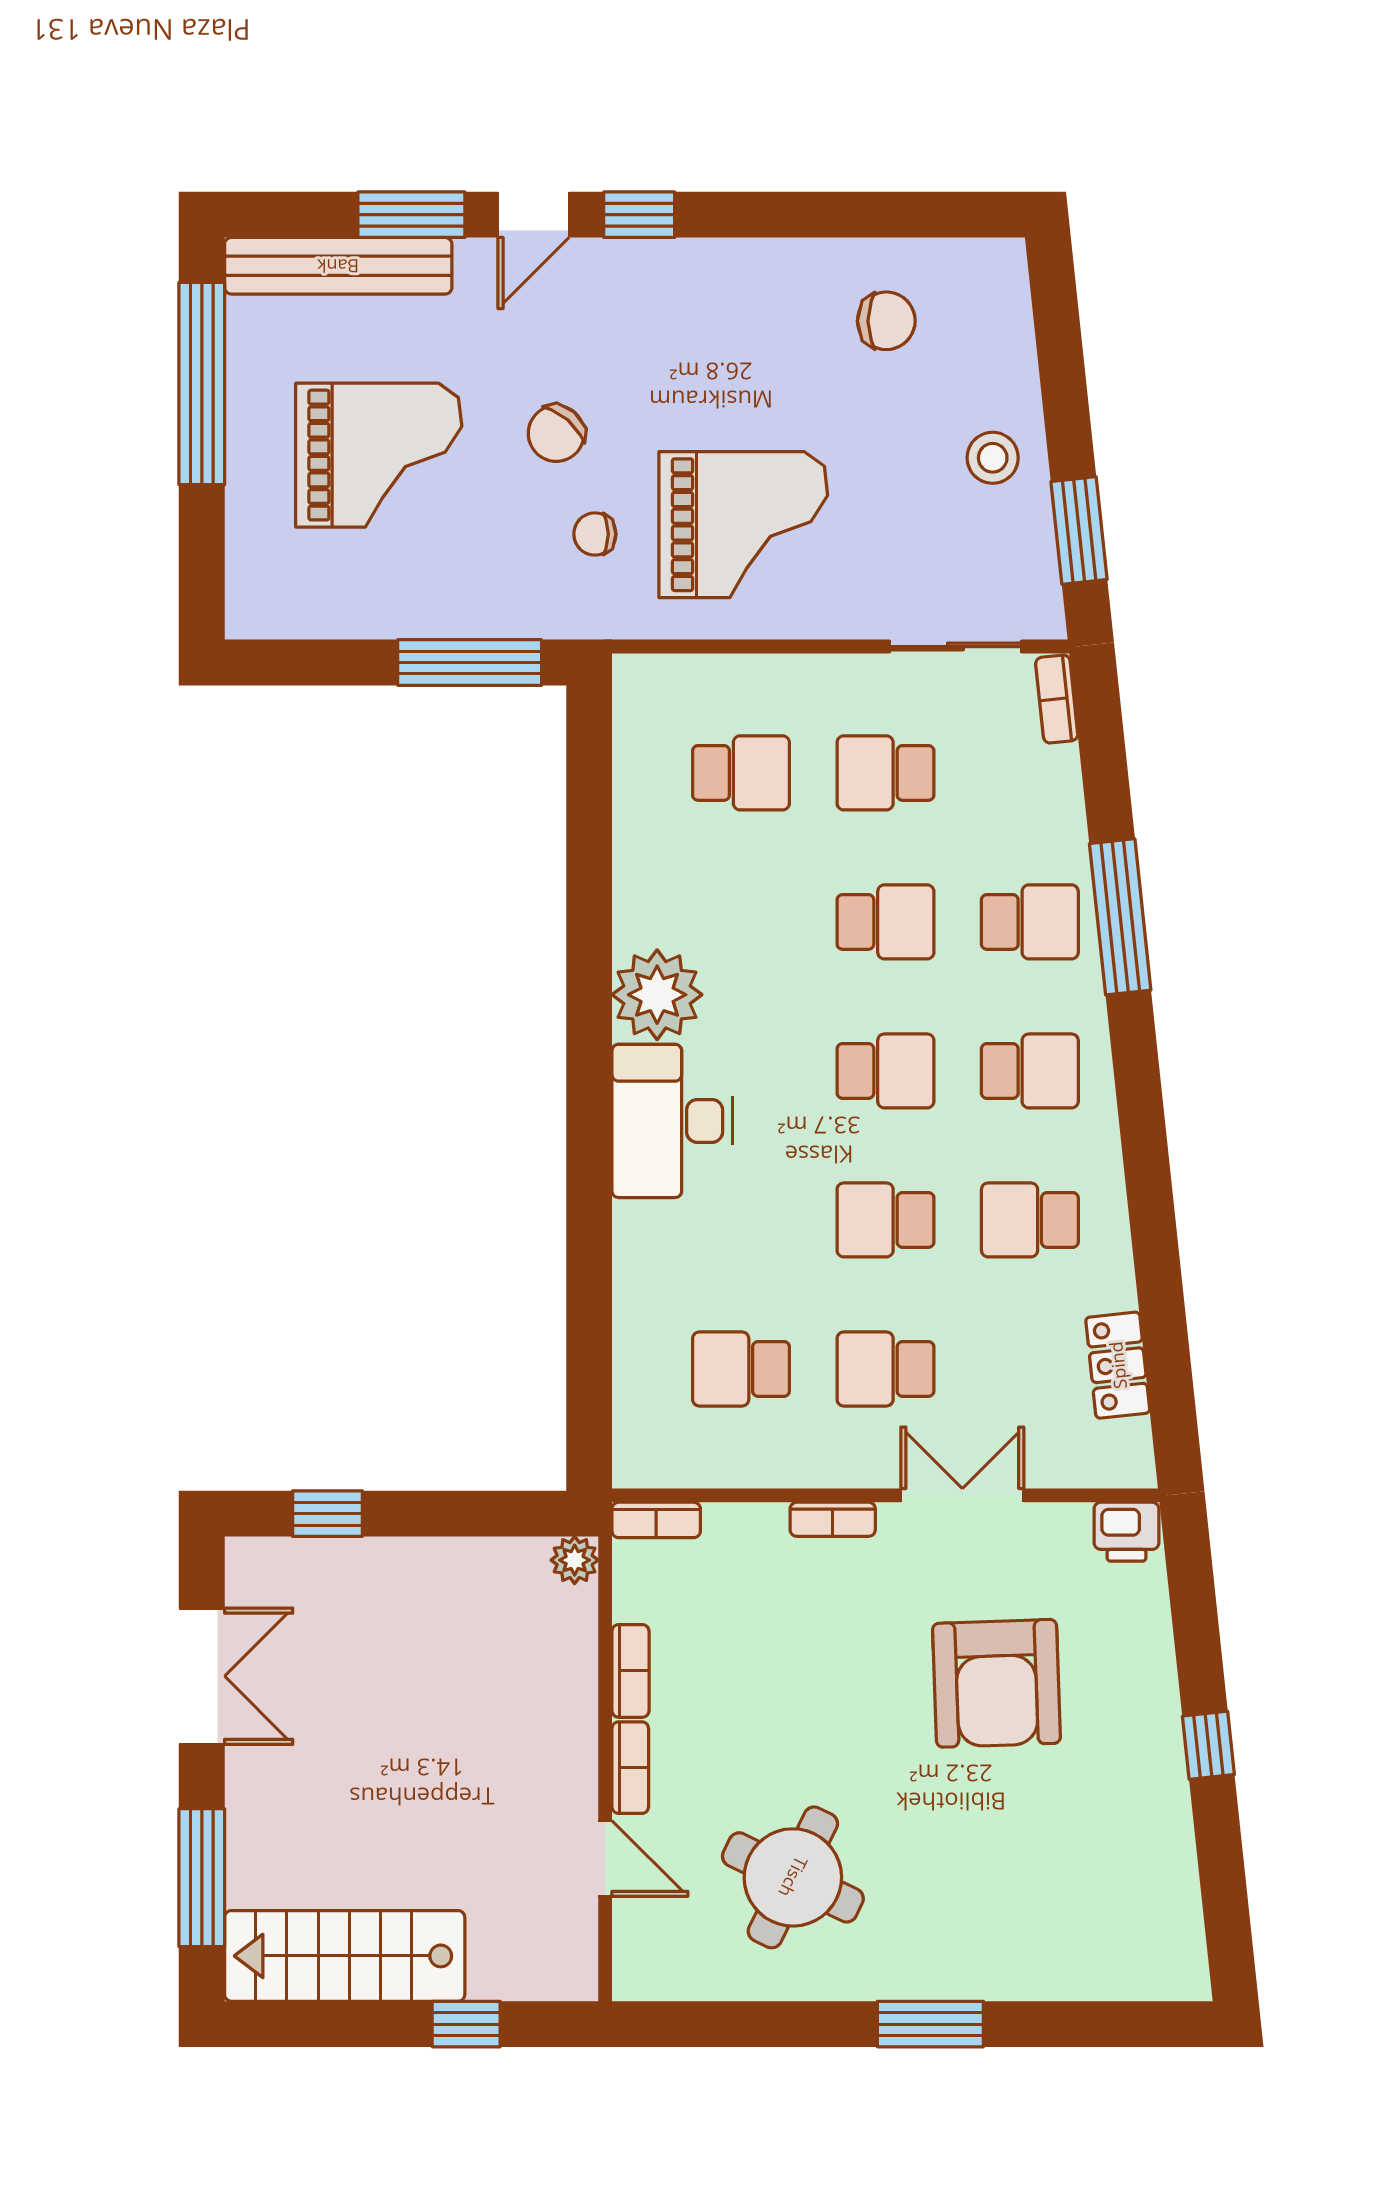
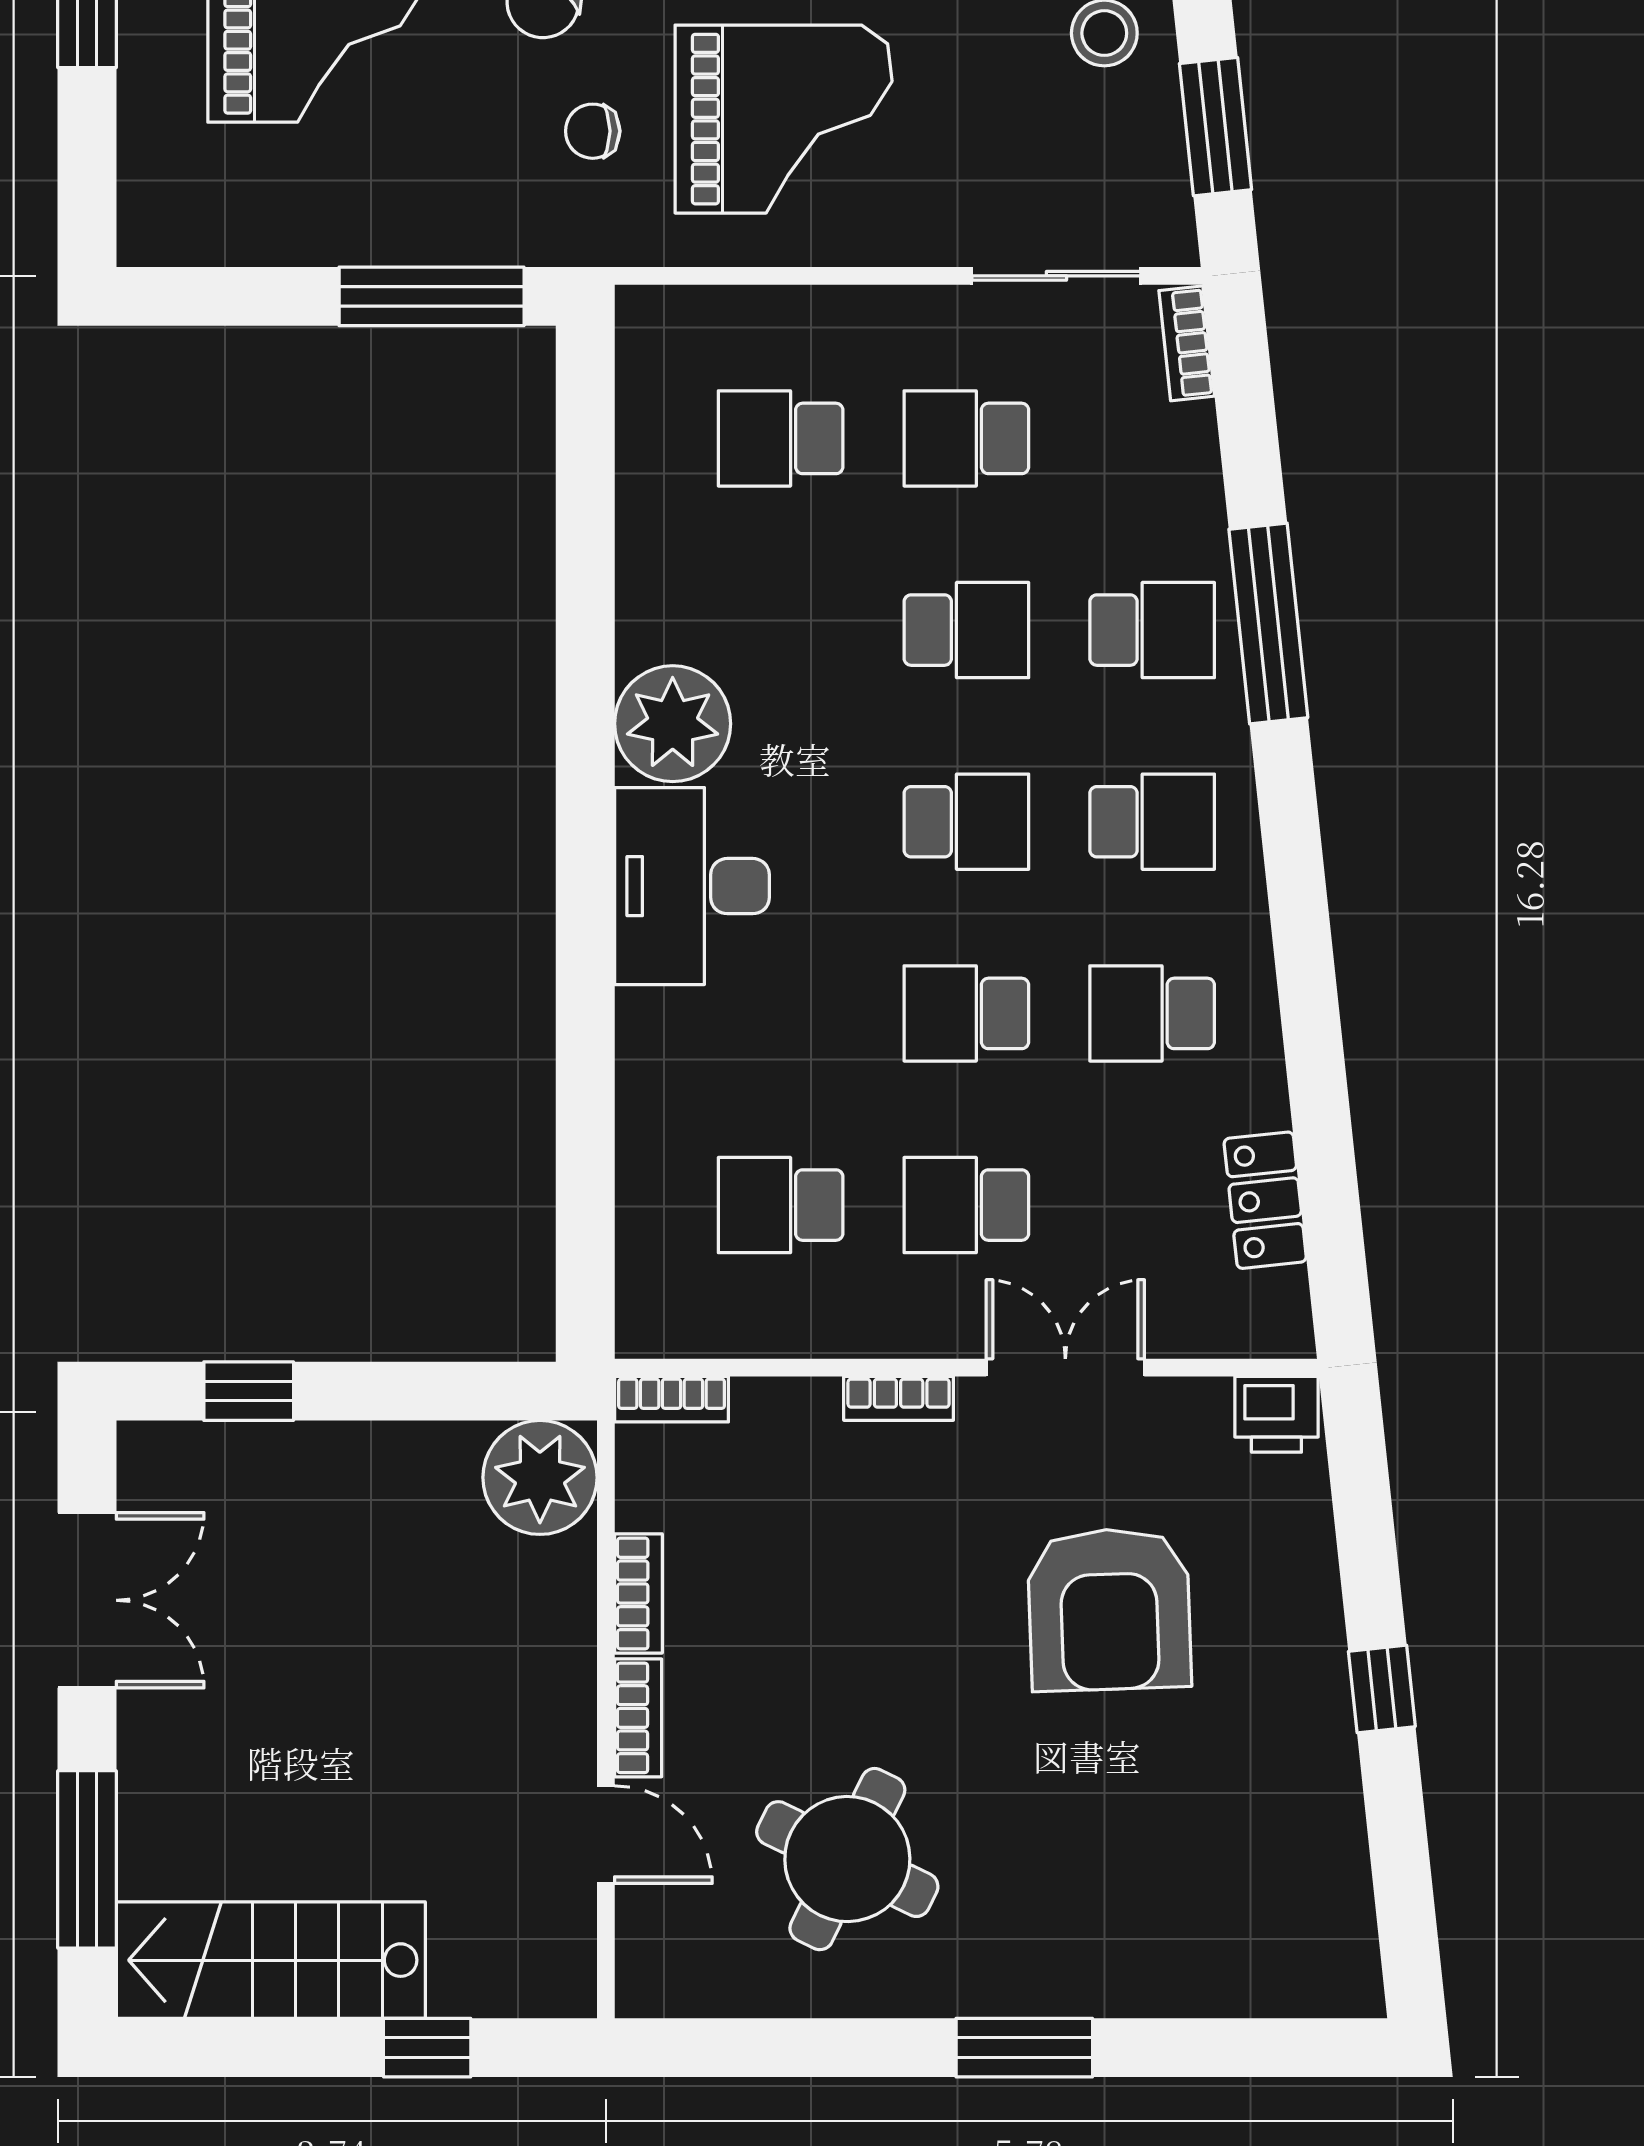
school desk: (741, 773) -> (781, 438), turned 180
plant: (575, 1560) -> (540, 1477), width x1.88, depth x1.88

